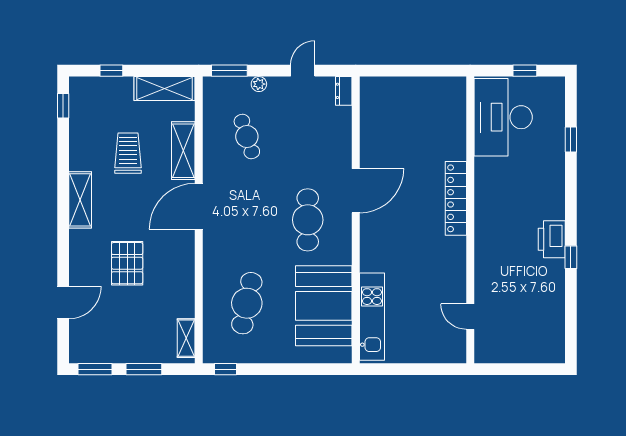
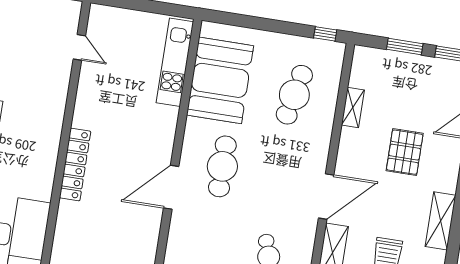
shelving: (186, 338) -> (353, 108), moved

